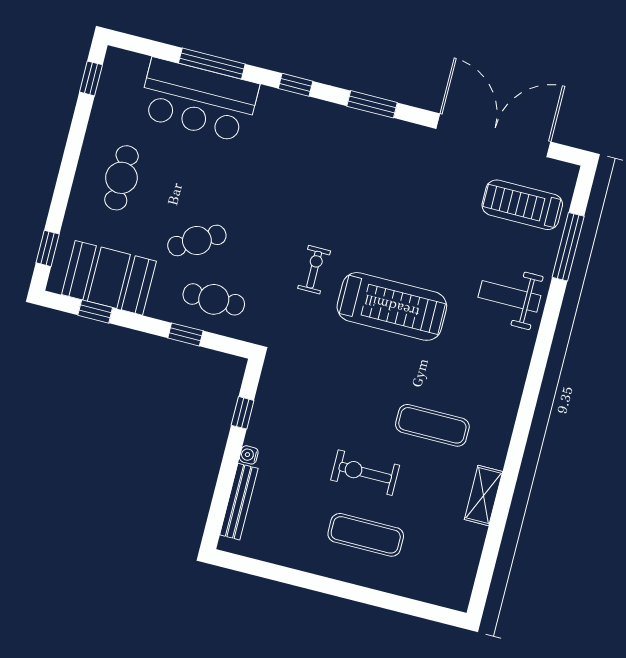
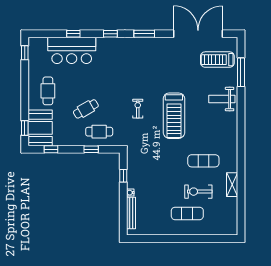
window: (212, 63) -> (73, 34), width x0.46
booth: (109, 278) -> (40, 128), moved, turned 90
treadmill: (392, 306) -> (174, 116), turned 90
exercise bike: (365, 473) -> (198, 192), moved

